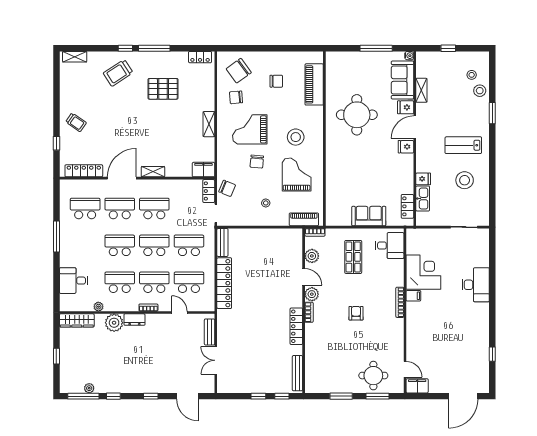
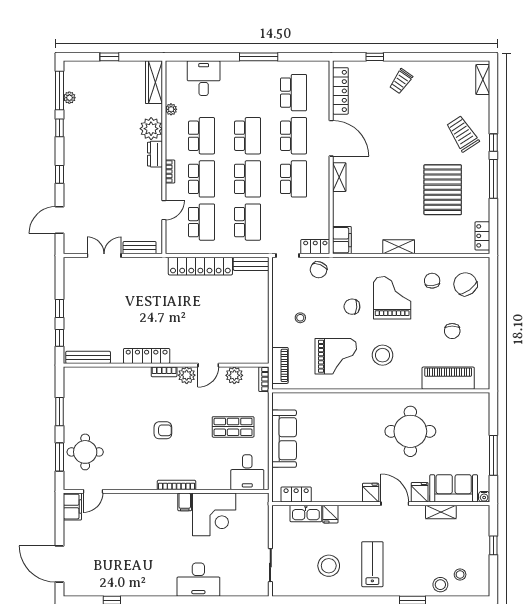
pallet: (163, 89) -> (443, 190), width x1.37, depth x1.41
sofa: (369, 216) -> (284, 439), width x1.36

